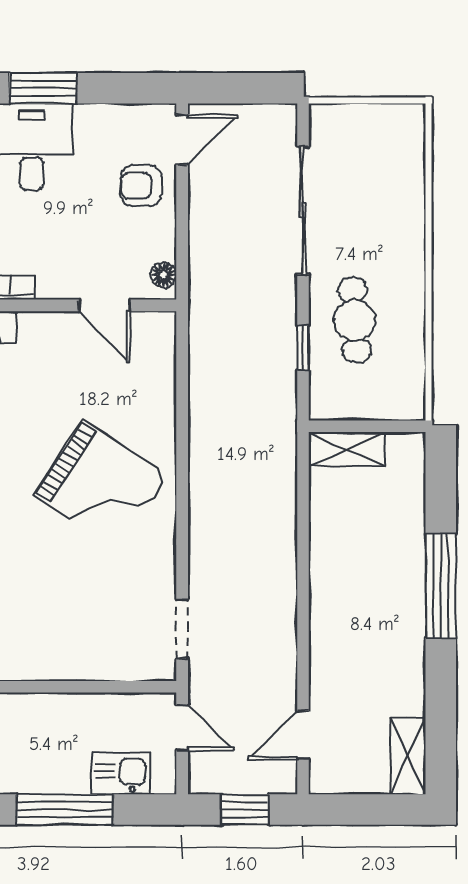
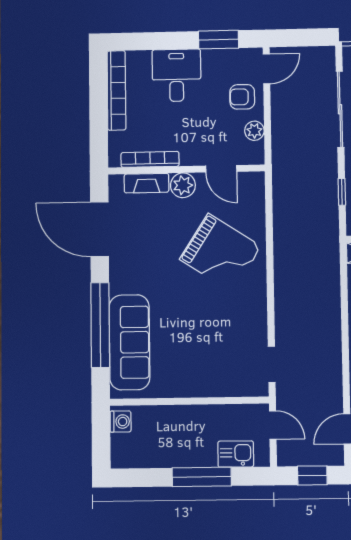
window: (43, 88) -> (219, 40), moved
plant: (160, 243) -> (254, 131), added
floor lamp: (164, 275) -> (257, 150), removed
plant: (40, 332) -> (183, 185), added
grand piano: (101, 485) -> (220, 253), moved

